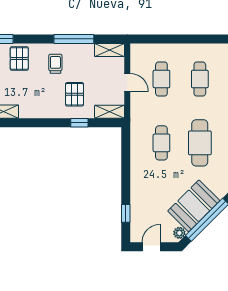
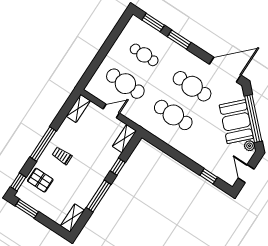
window: (74, 39) -> (43, 144), moved
cafe table: (161, 79) -> (125, 84), width x1.37, depth x1.35
pallet: (75, 94) -> (94, 156), removed
window: (40, 123) -> (99, 196), added
cafe table: (161, 143) -> (173, 115), width x1.37, depth x1.35

